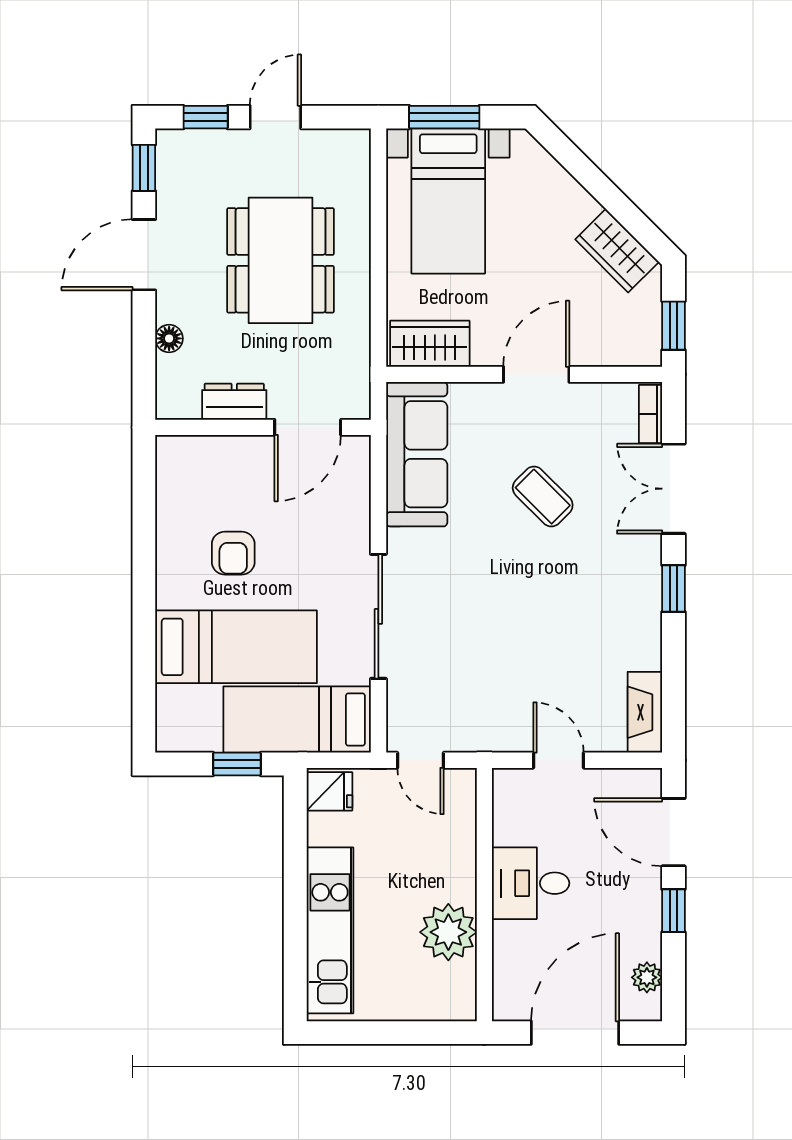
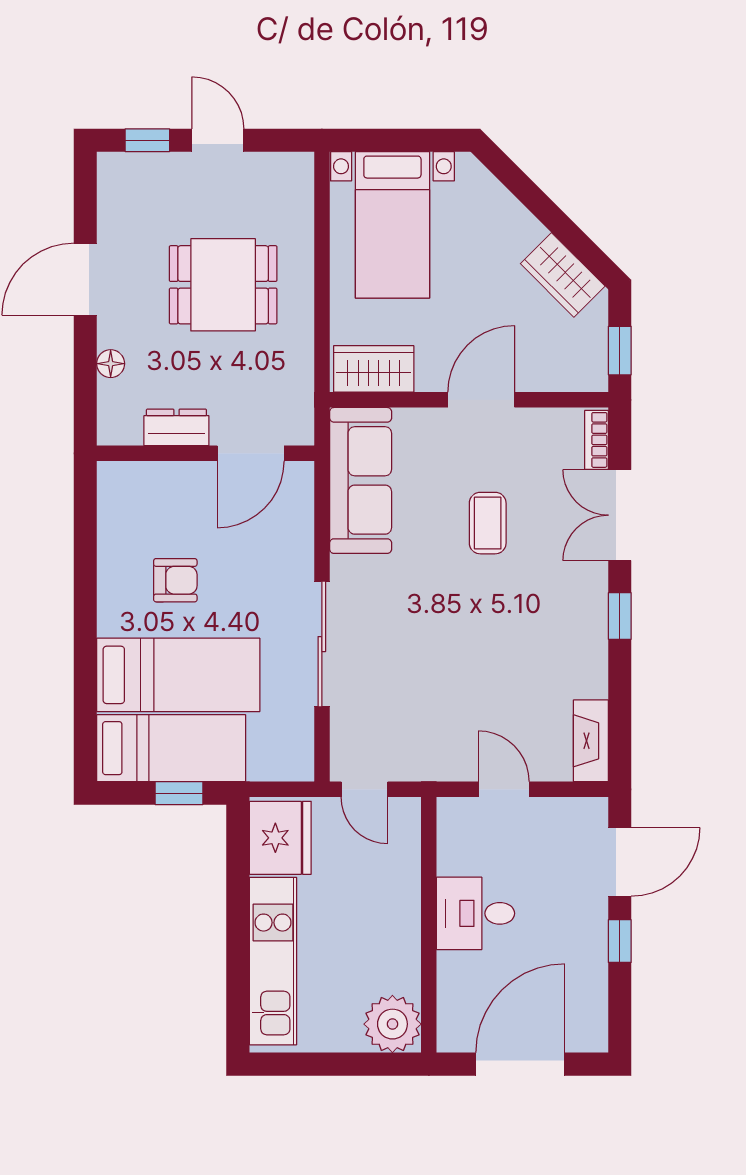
door: (275, 117) -> (218, 140), hinge flipped
window: (444, 117) -> (388, 140), removed
window: (144, 168) -> (85, 191), removed
dining table: (281, 260) -> (223, 285), width x0.73
coffee table: (543, 496) -> (488, 523), turned 45
armchair: (233, 553) -> (175, 580), turned -90
bed: (297, 719) -> (171, 748), moved, turned 180
fridge: (329, 791) -> (280, 838), width x1.88, depth x1.34
door: (674, 832) -> (620, 862), swing flipped
plant: (448, 932) -> (392, 1024), moved
plant: (647, 977) -> (593, 1008), removed

